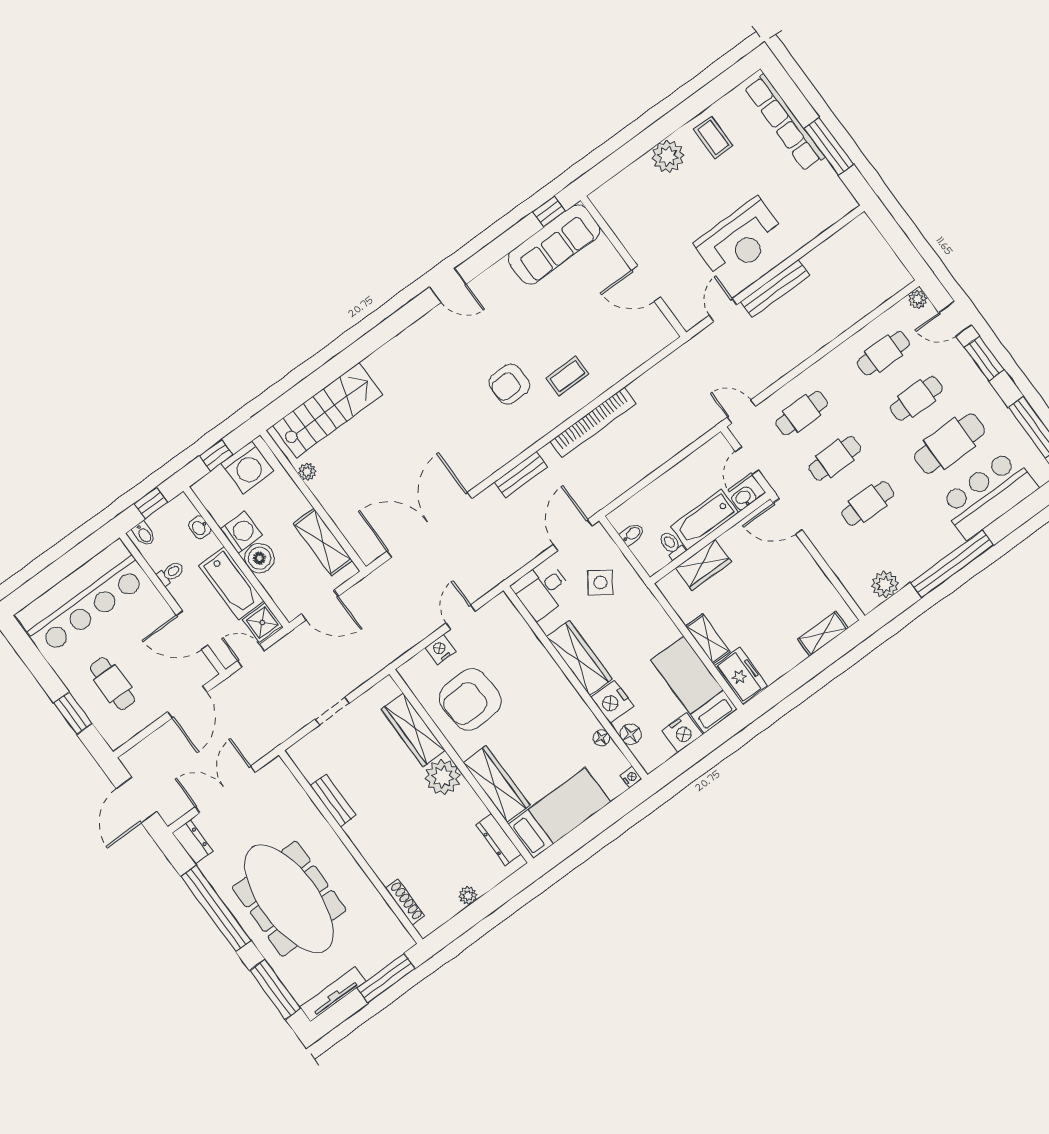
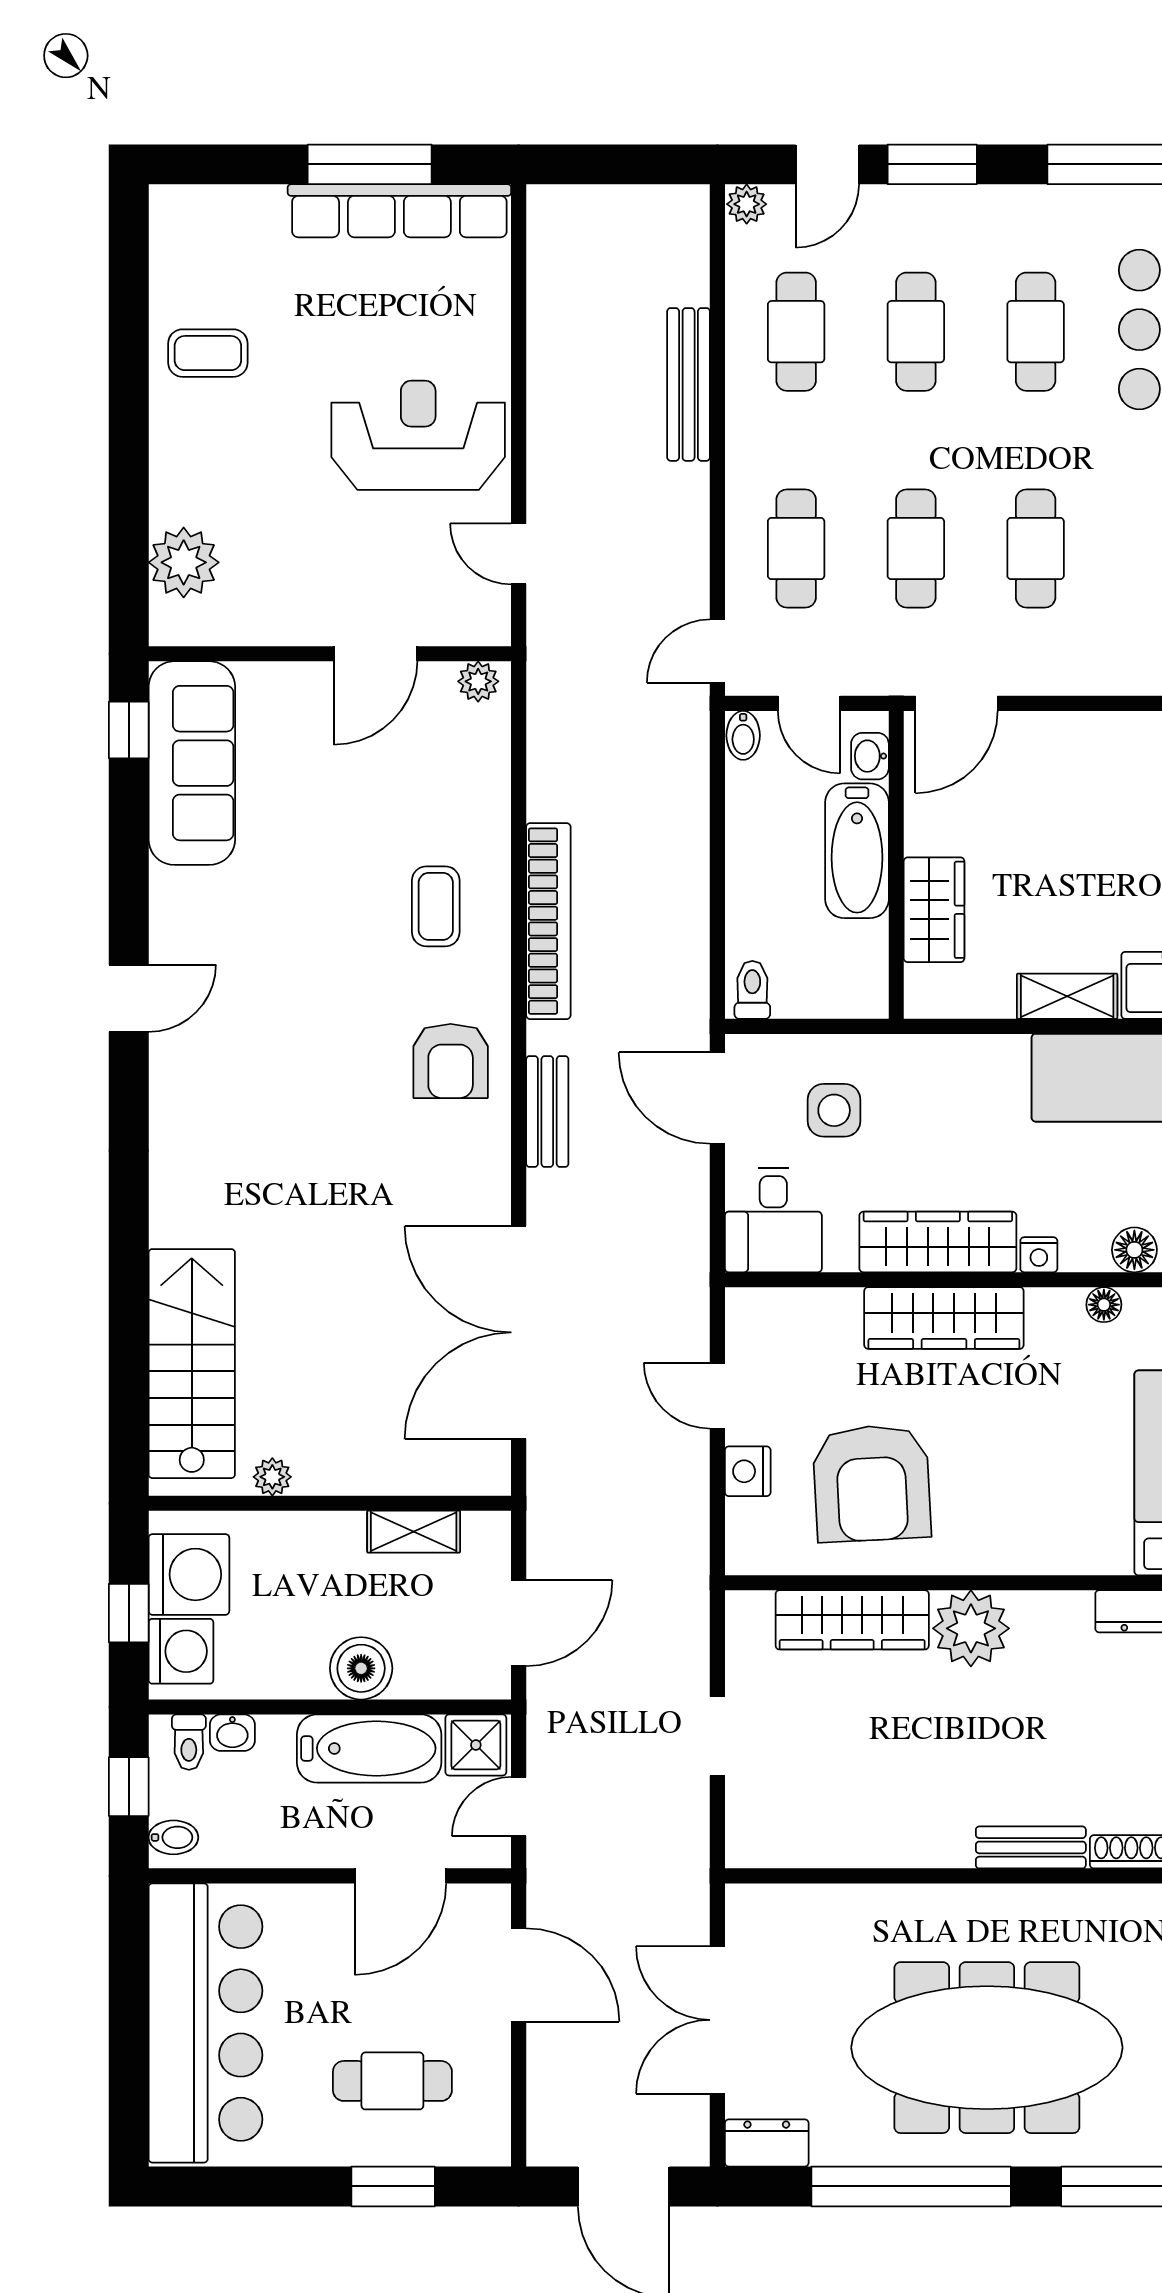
row of seats: (785, 123) -> (399, 211), moved
plant: (668, 156) -> (184, 562), moved
reception desk: (740, 239) -> (418, 435), turned -90
bench: (775, 289) -> (689, 384), moved
plant: (664, 330) -> (478, 681), added
armchair: (509, 384) -> (451, 1061), moved
cafe table: (949, 444) -> (1036, 332), width x0.73, depth x0.74
washing machine: (241, 532) -> (181, 1651), moved, turned 90
bidet: (632, 534) -> (743, 735), moved, turned 180
shelving: (323, 542) -> (414, 1532), width x0.67, depth x0.75
toilet: (672, 545) -> (752, 990), moved, turned 90
toilet: (171, 573) -> (189, 1742), moved, turned 180
side table: (600, 582) -> (834, 1110), turned -35
nightstand: (612, 702) -> (1039, 1255), width x0.53, depth x0.56
wardrobe: (496, 784) -> (944, 1318), moved, turned 180
bench: (333, 800) -> (1031, 1847), moved

